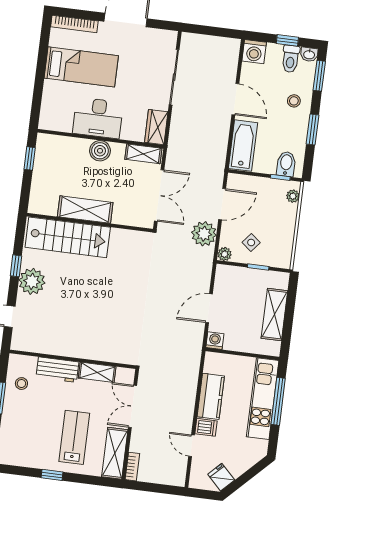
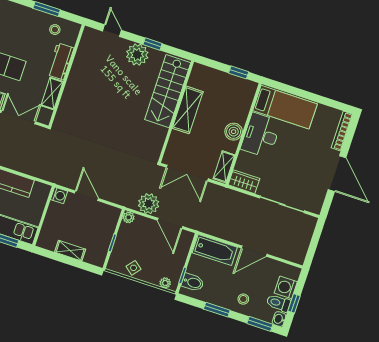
washing machine: (254, 52) -> (286, 287), moved
bed: (81, 67) -> (285, 107), moved, turned -90
side table: (251, 243) -> (134, 268), moved
shelving: (274, 315) -> (70, 251), width x0.67, depth x0.75

